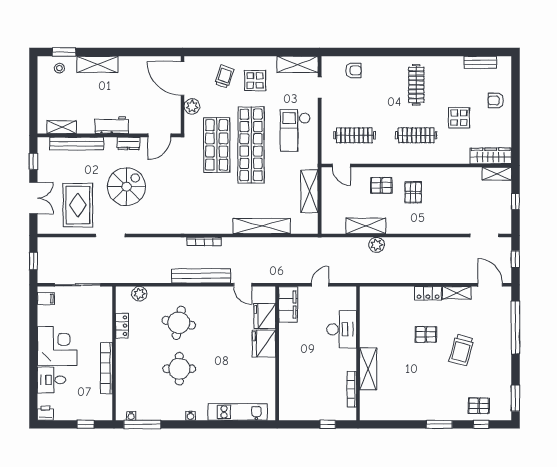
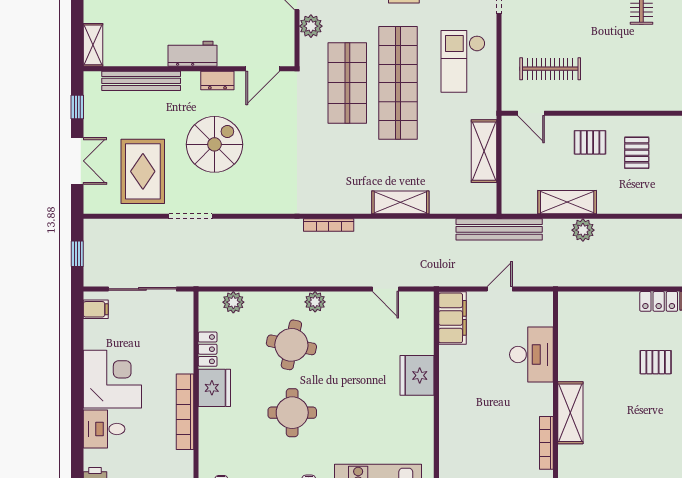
shelving: (62, 127) -> (93, 45), moved, turned 90
clothes rail: (416, 135) -> (641, 69), removed
shelving: (262, 226) -> (400, 202), width x0.68
bench: (201, 276) -> (499, 229), moved
plant: (195, 294) -> (315, 302), added
fridge: (265, 316) -> (214, 388), moved, turned 180

